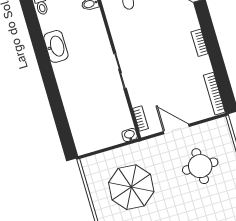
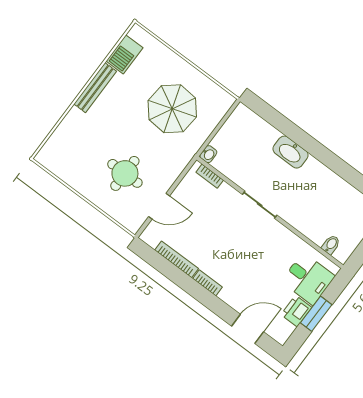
washbasin: (56, 46) -> (291, 152), moved
bookcase: (214, 94) -> (177, 259), moved
door: (176, 129) -> (159, 206), moved

